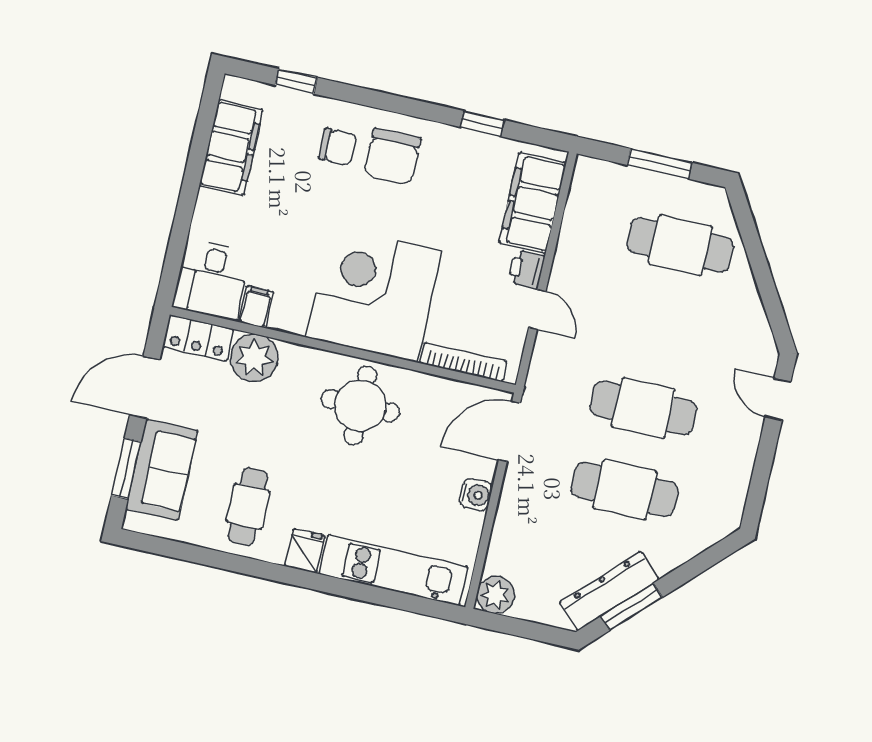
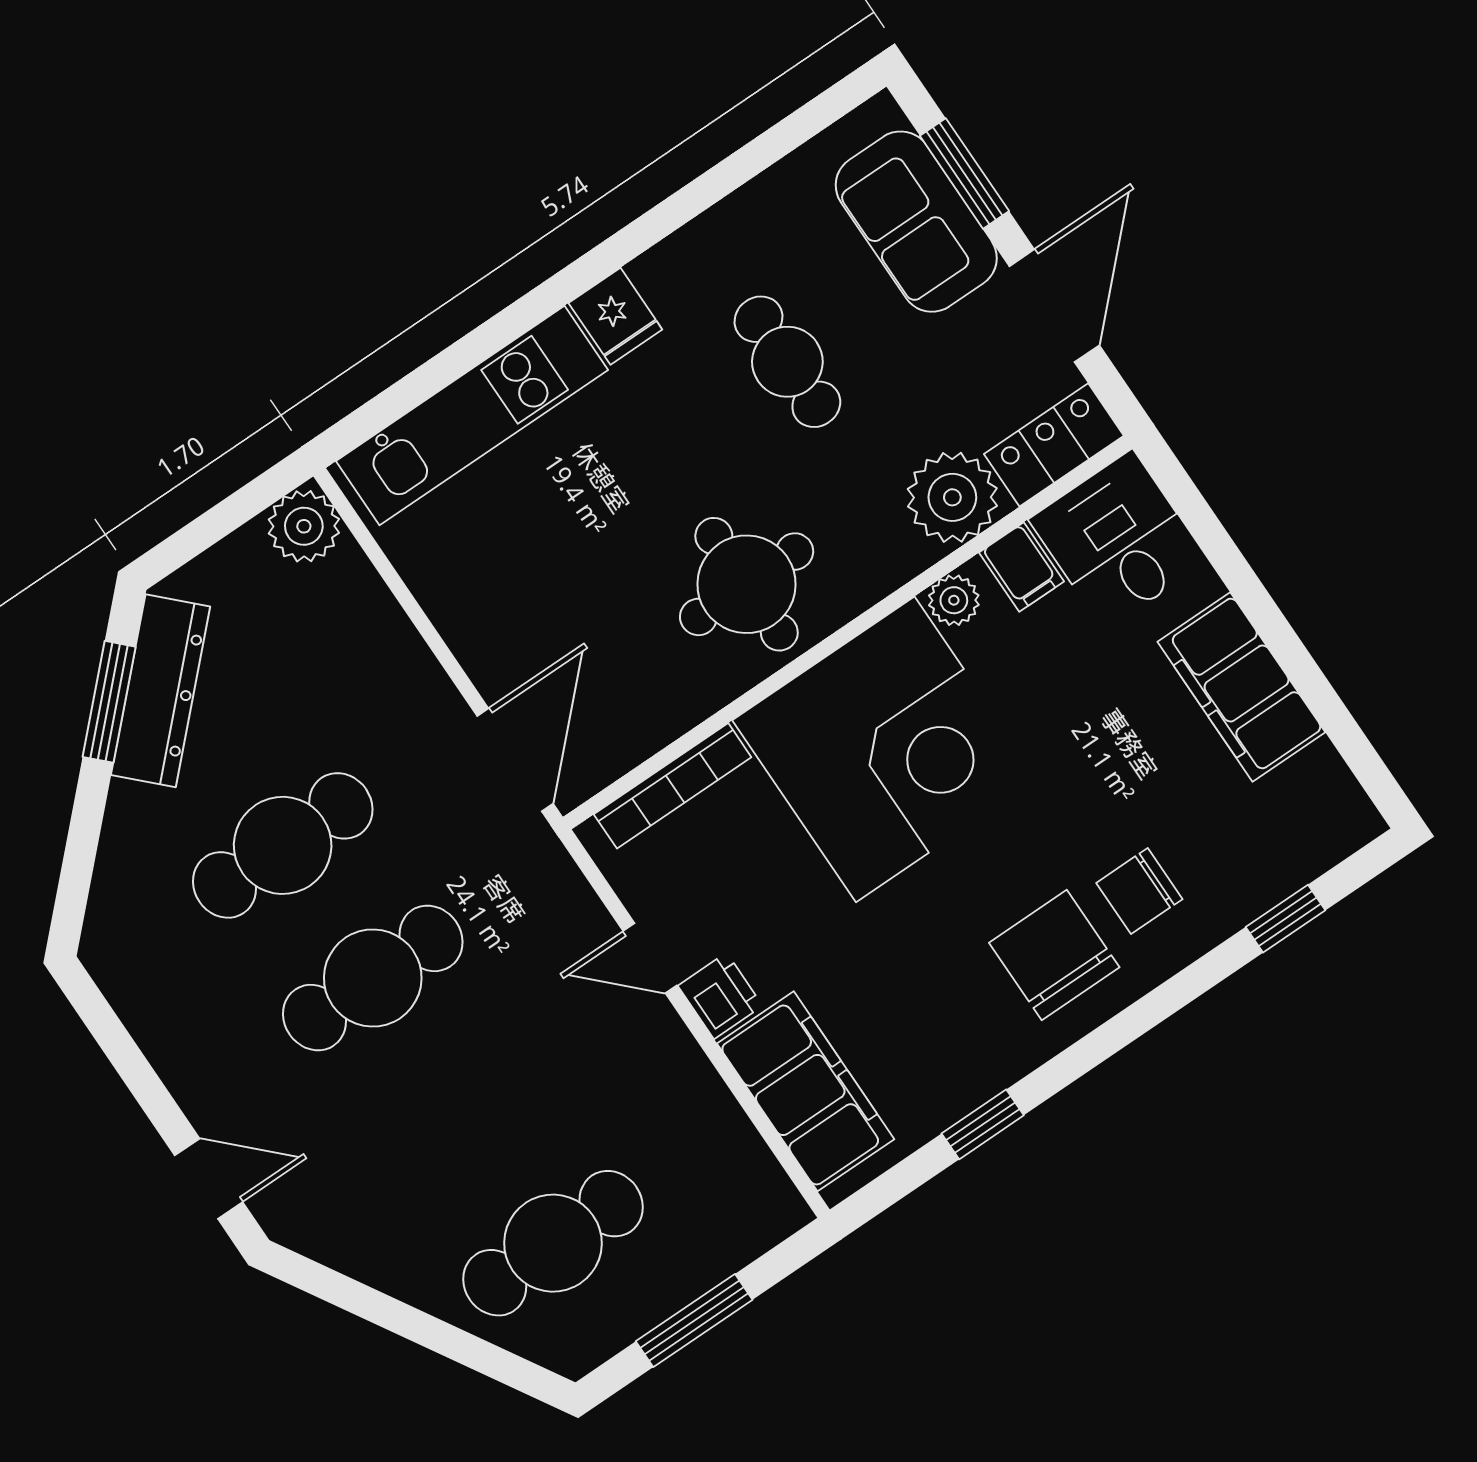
filing cabinet: (231, 148) -> (1241, 687), moved
plant: (293, 321) -> (954, 600), added
water cooler: (476, 495) -> (470, 630), removed
cafe table: (248, 507) -> (787, 362), moved

